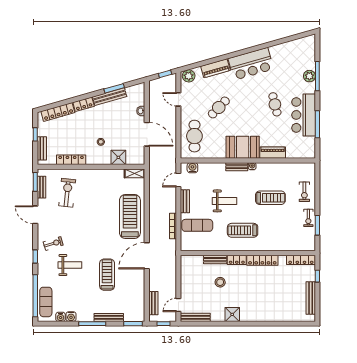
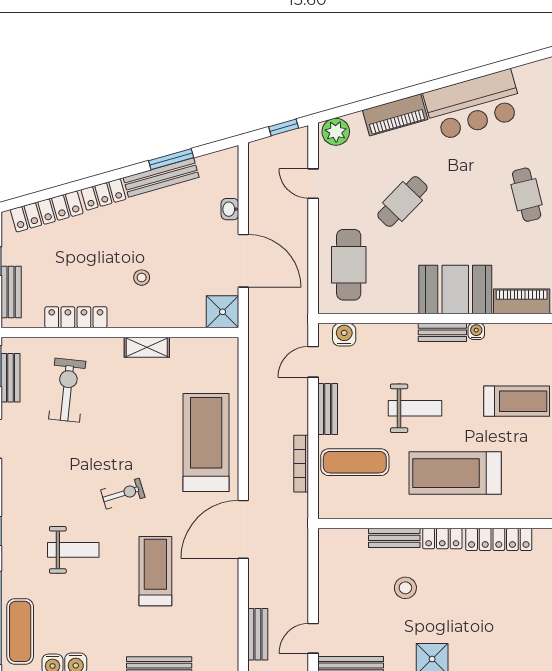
shower: (118, 157) -> (223, 312), moved
shelving: (135, 173) -> (147, 347), moved
treadmill: (243, 230) -> (455, 473), width x1.37, depth x1.38
exercise bike: (53, 244) -> (123, 494), moved

